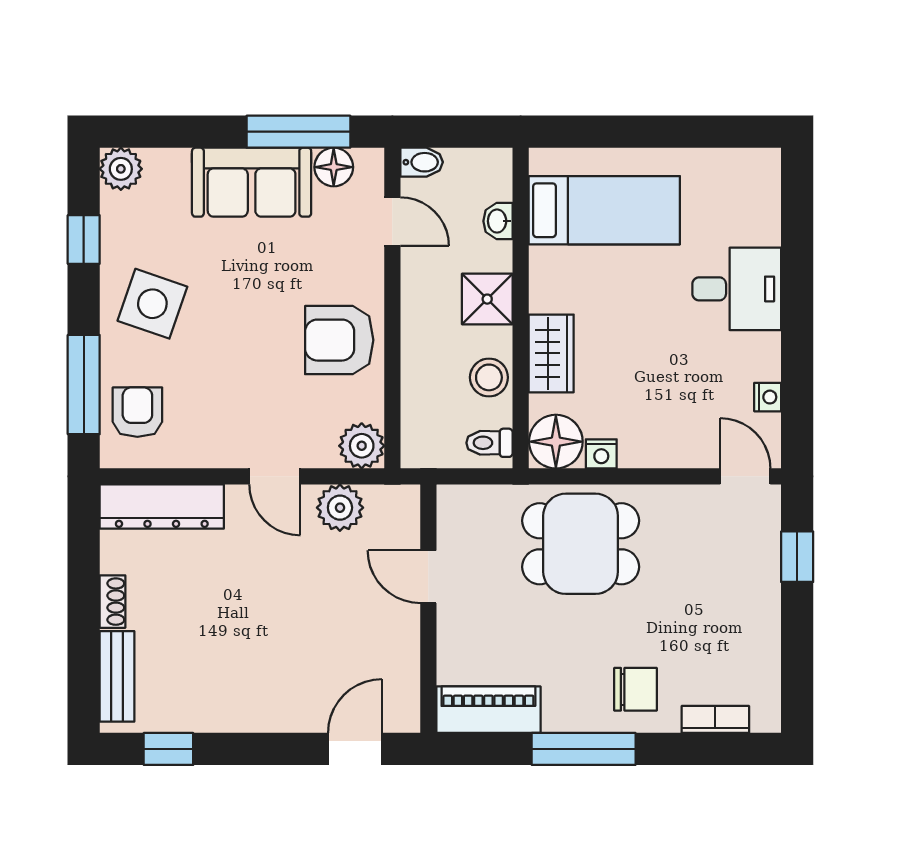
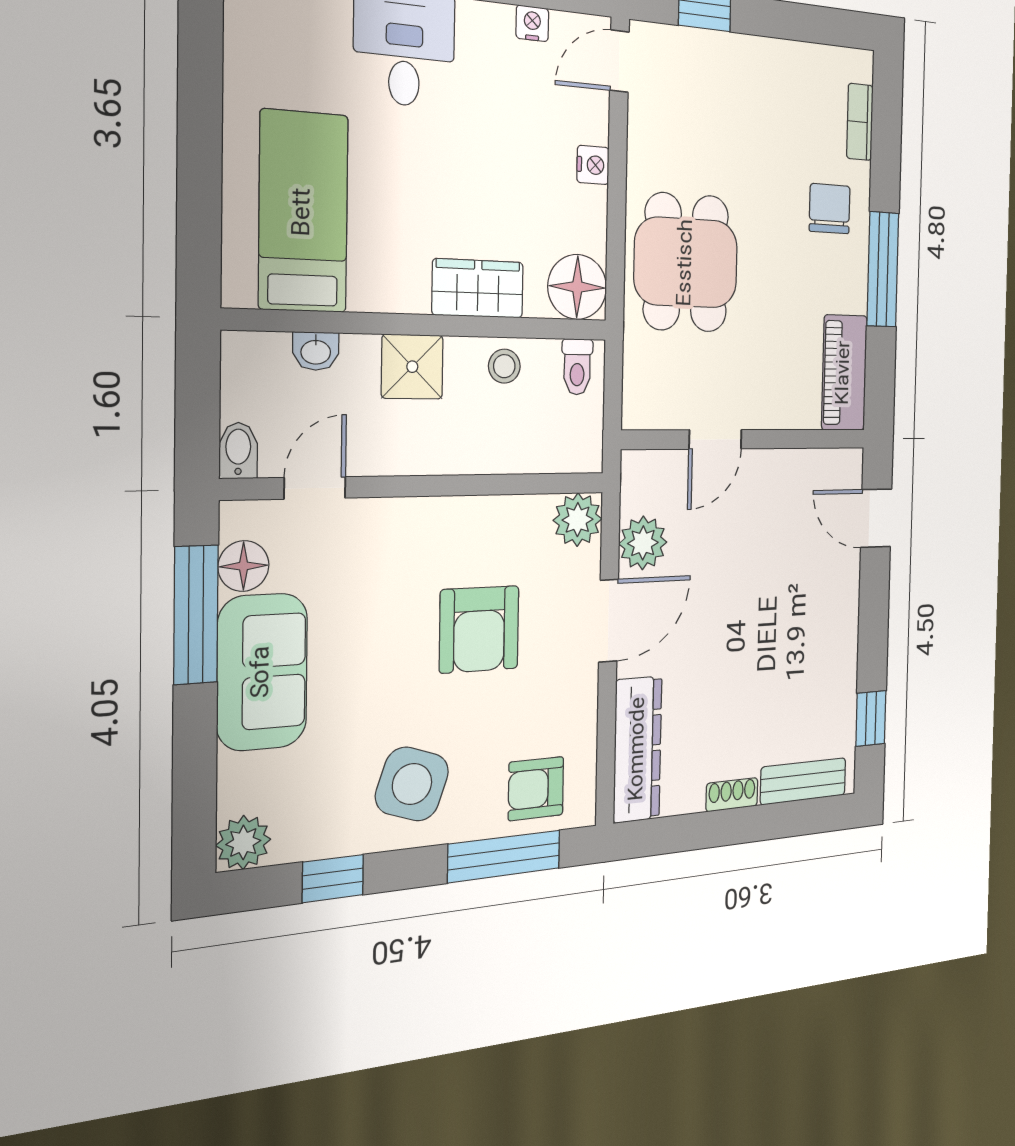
armchair: (339, 340) -> (479, 629), moved
stool: (489, 377) -> (504, 366), width x0.73, depth x0.73
nightstand: (601, 454) -> (593, 165), moved
door: (275, 476) -> (609, 621), width x1.38

